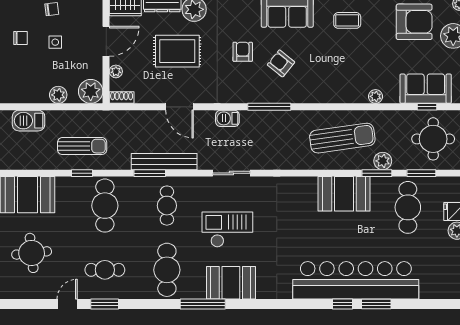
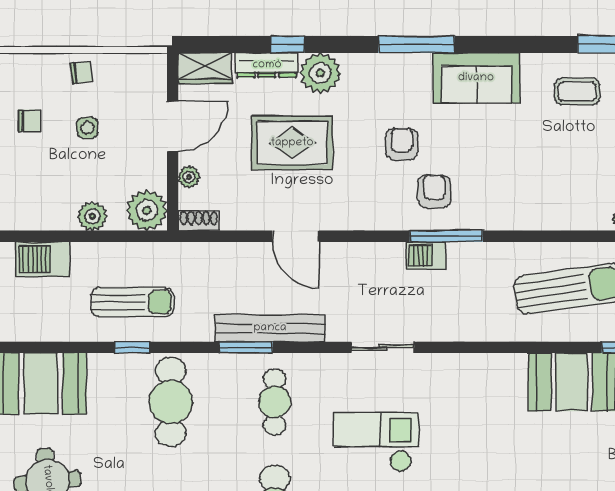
armchair: (281, 63) -> (434, 191), moved, turned 51
barbecue: (227, 118) -> (426, 256), moved

